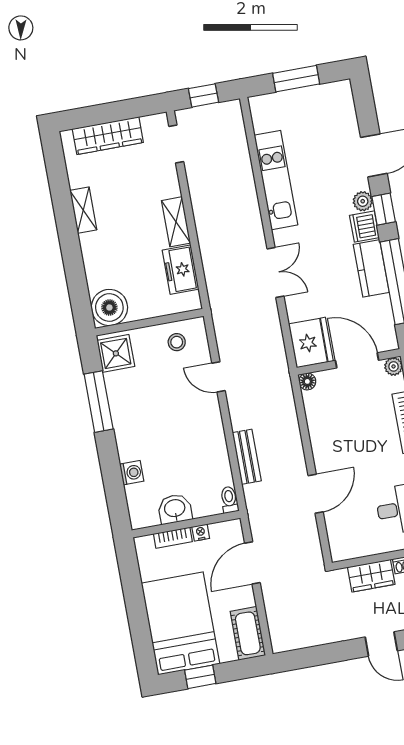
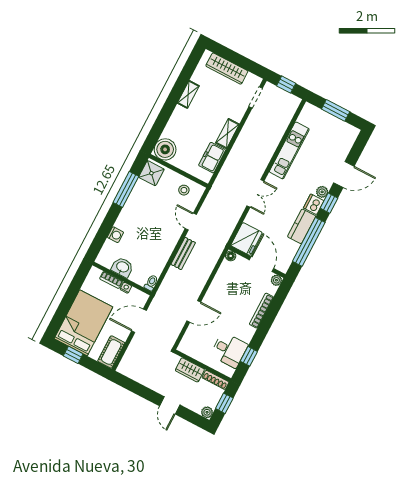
bench: (247, 457) -> (183, 253), moved

